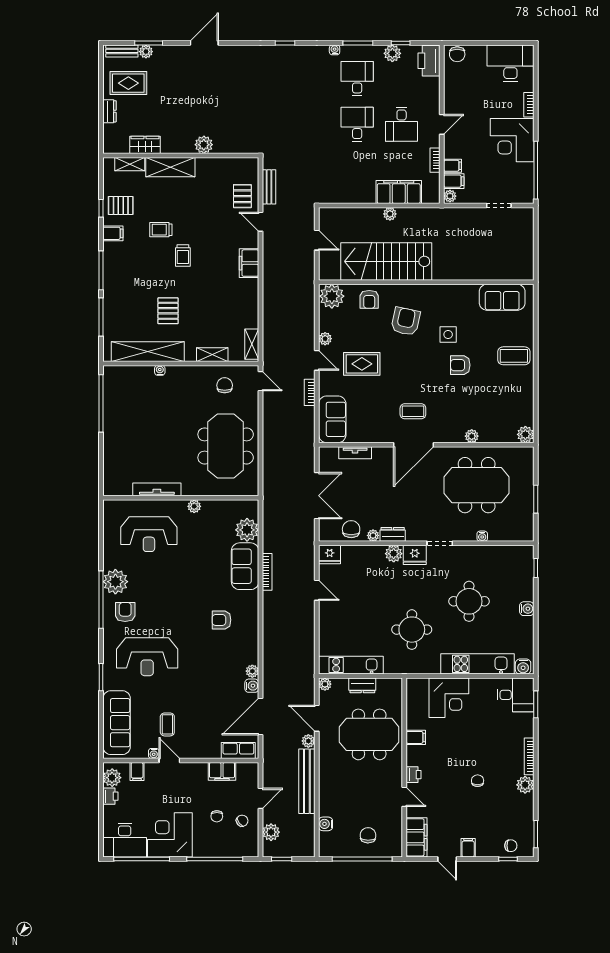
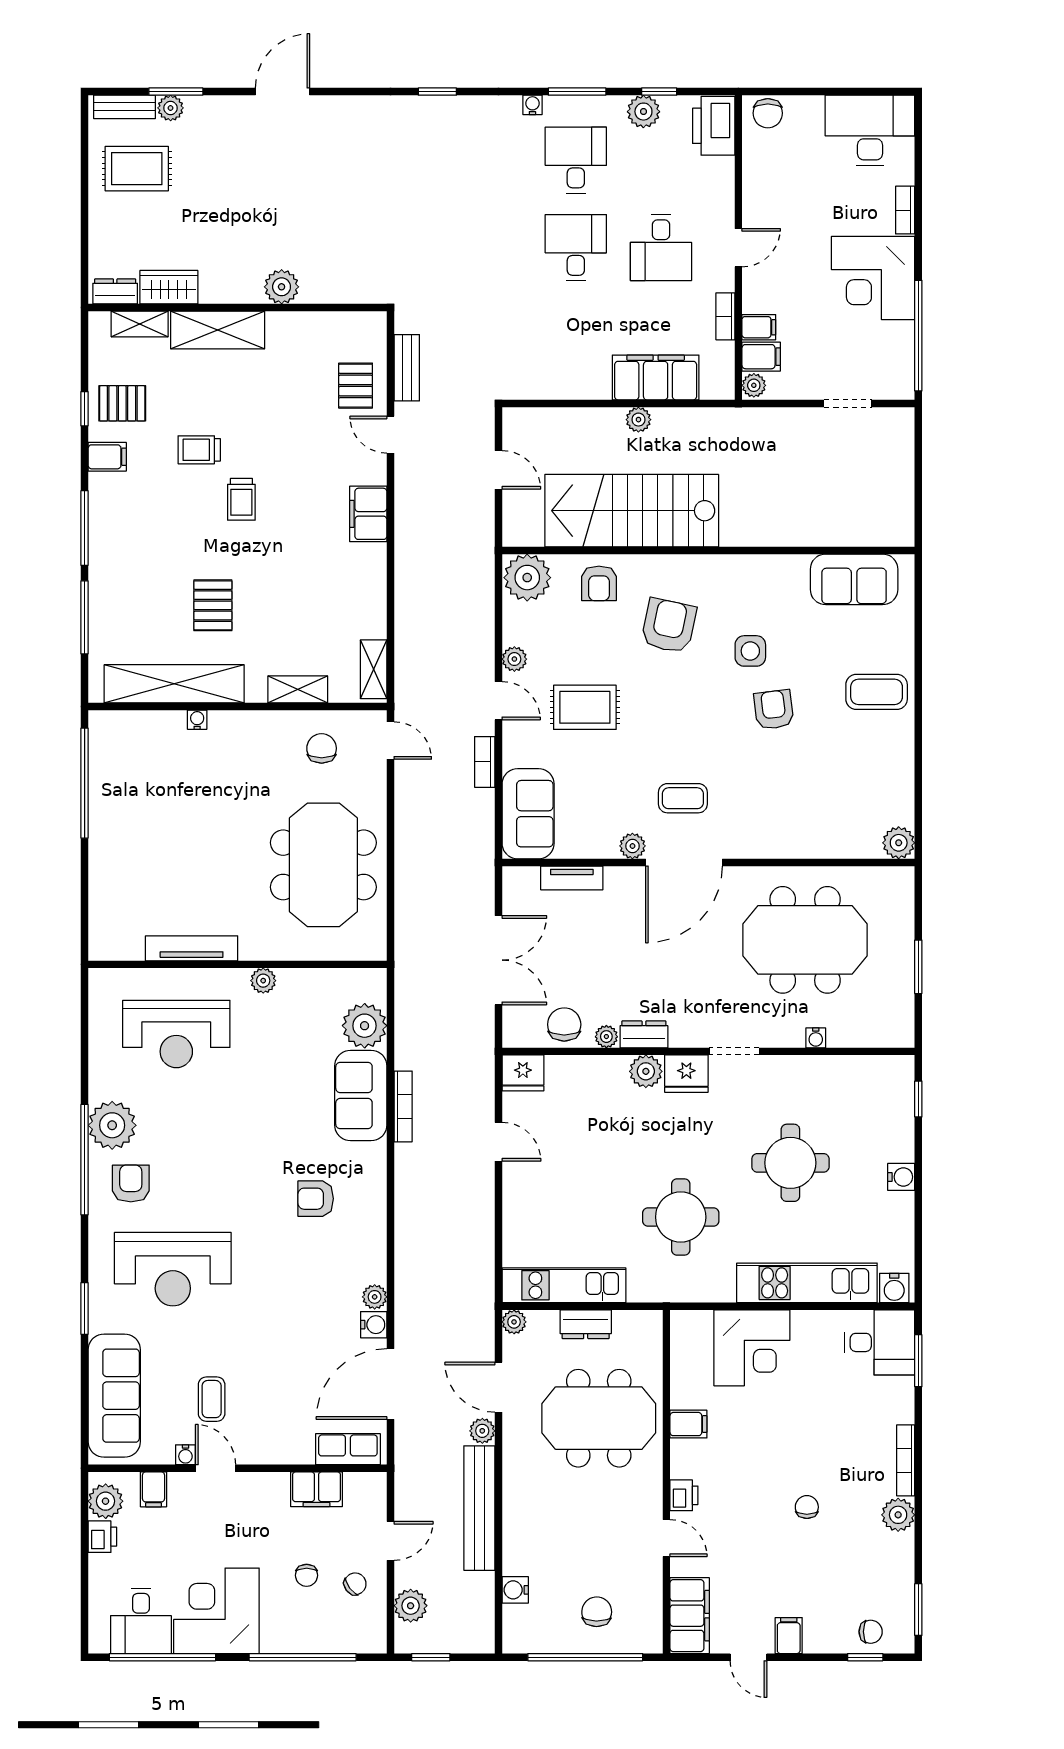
dresser: (109, 111) -> (115, 291), moved, turned -90
armchair: (460, 365) -> (774, 710), turned 83
plant: (472, 436) -> (632, 846), moved
desk: (125, 840) -> (141, 1621), width x0.73

